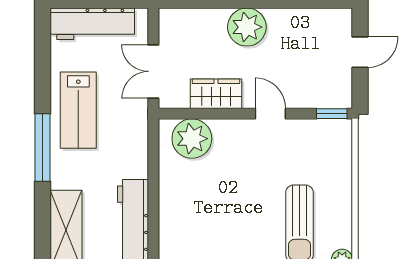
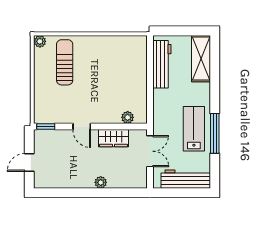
plant: (247, 27) -> (101, 182), width x0.53, depth x0.53
plant: (192, 139) -> (128, 117), width x0.53, depth x0.53
window: (43, 147) -> (215, 133), moved

